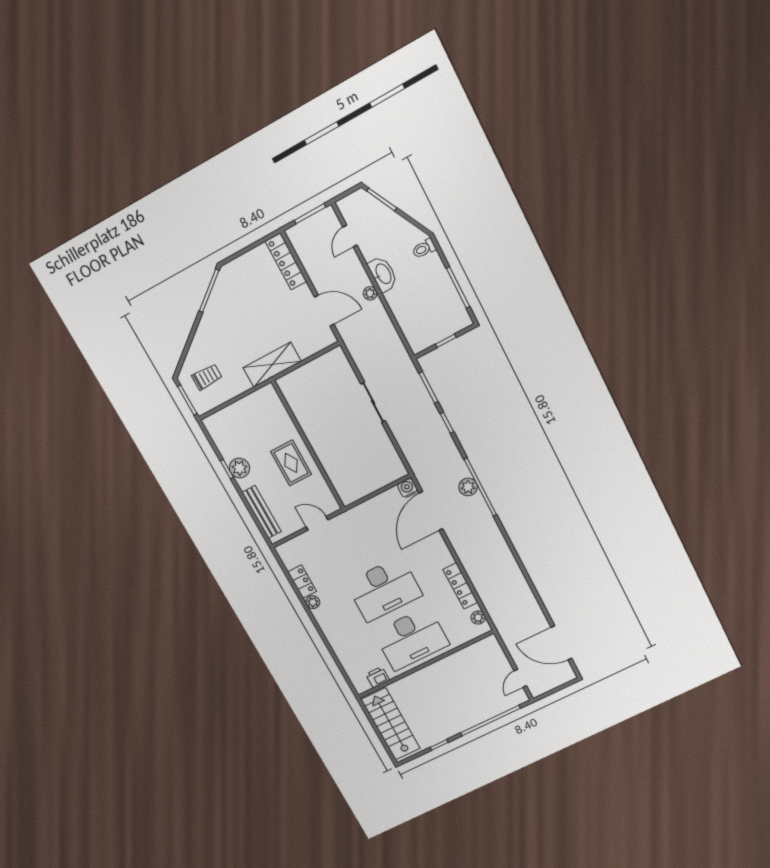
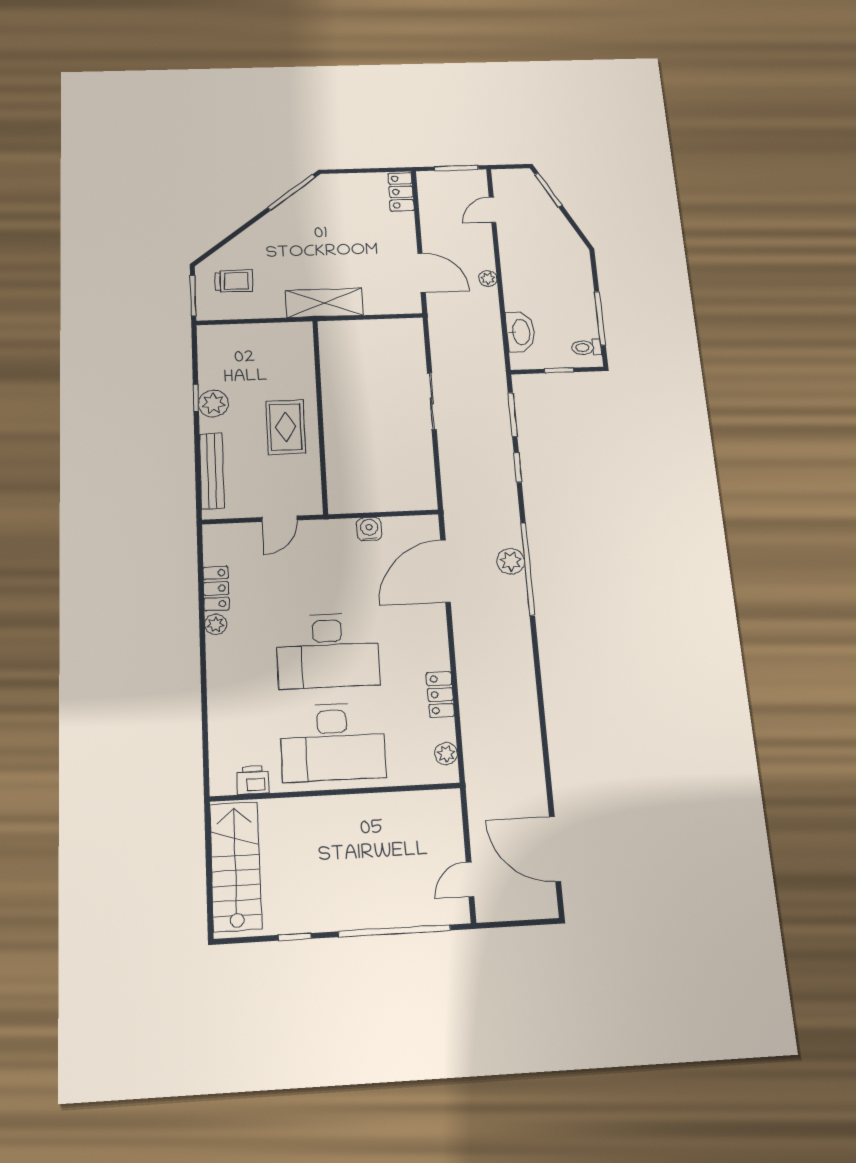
toilet: (424, 248) -> (586, 347), moved
locker: (286, 261) -> (401, 192), width x0.66
washbasin: (383, 274) -> (520, 332), moved
water cooler: (407, 488) -> (369, 529), moved
door: (317, 523) -> (280, 519), swing flipped
locker: (460, 586) -> (440, 694), width x0.66

